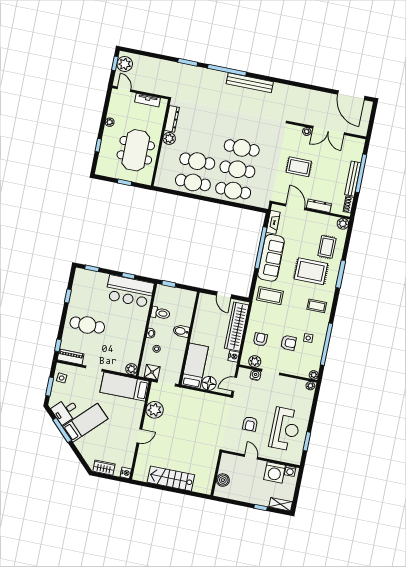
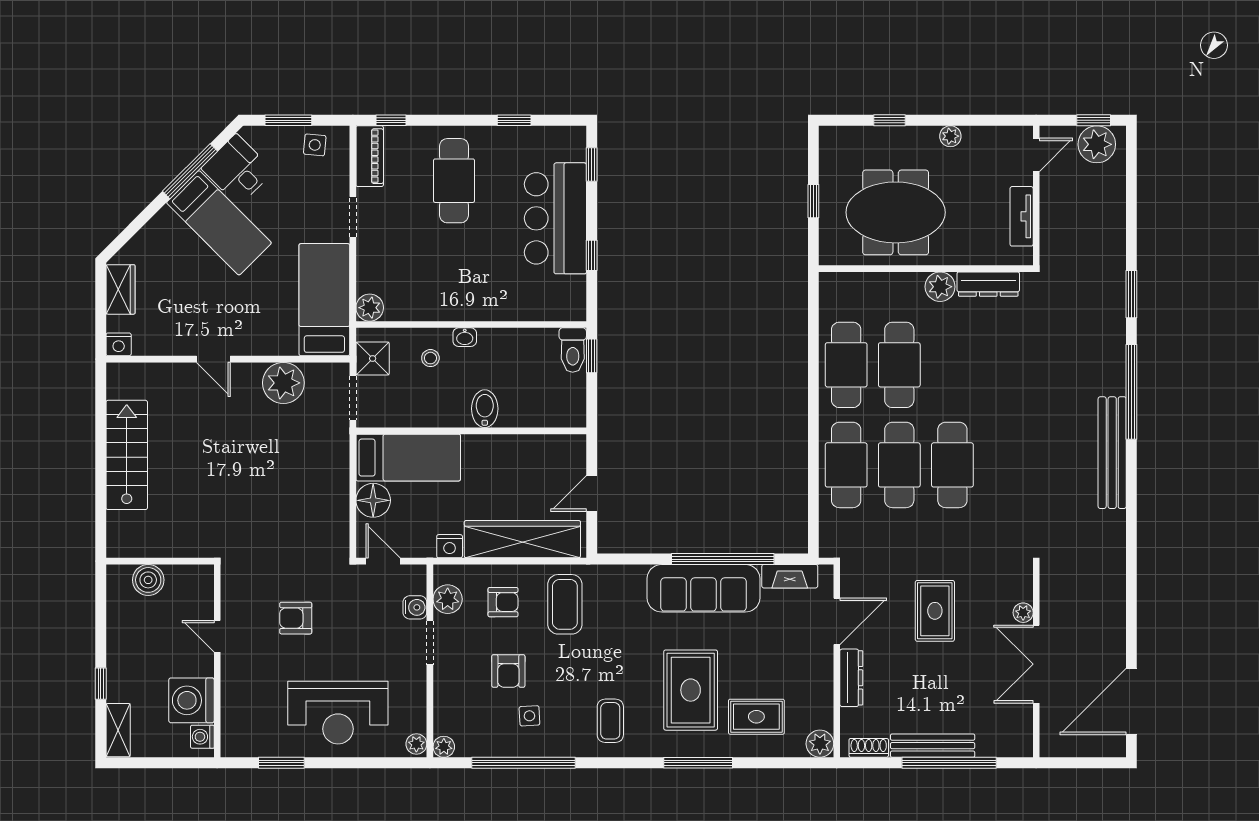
bar counter: (130, 291) -> (555, 218), moved
coffee table: (270, 296) -> (565, 604), moved
toilet: (160, 313) -> (573, 350), moved
reception desk: (285, 429) -> (338, 713), moved
door: (251, 457) -> (217, 636), swing flipped

